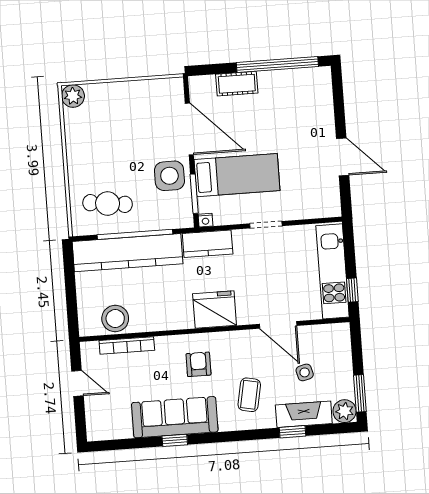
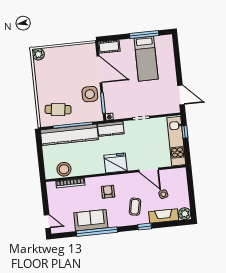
window: (277, 64) -> (144, 34), width x0.68
cot: (237, 84) -> (109, 47), moved
door: (343, 157) -> (181, 95), moved
bed: (237, 175) -> (146, 59), moved, turned 90
window: (352, 290) -> (185, 132), moved
door: (77, 383) -> (47, 222), moved
window: (360, 393) -> (192, 204), removed
sofa: (175, 417) -> (91, 220), width x0.73
window: (292, 432) -> (145, 227), moved
window: (175, 440) -> (97, 232), width x3.17

